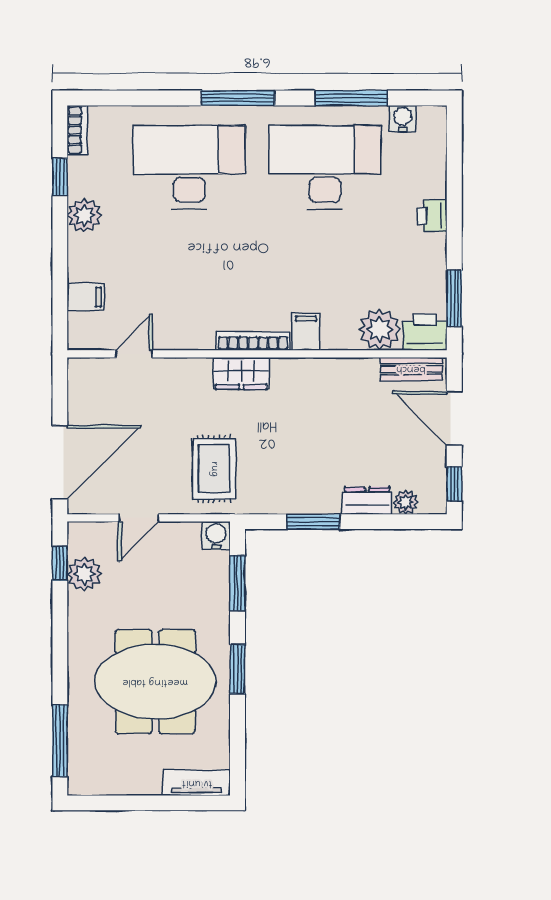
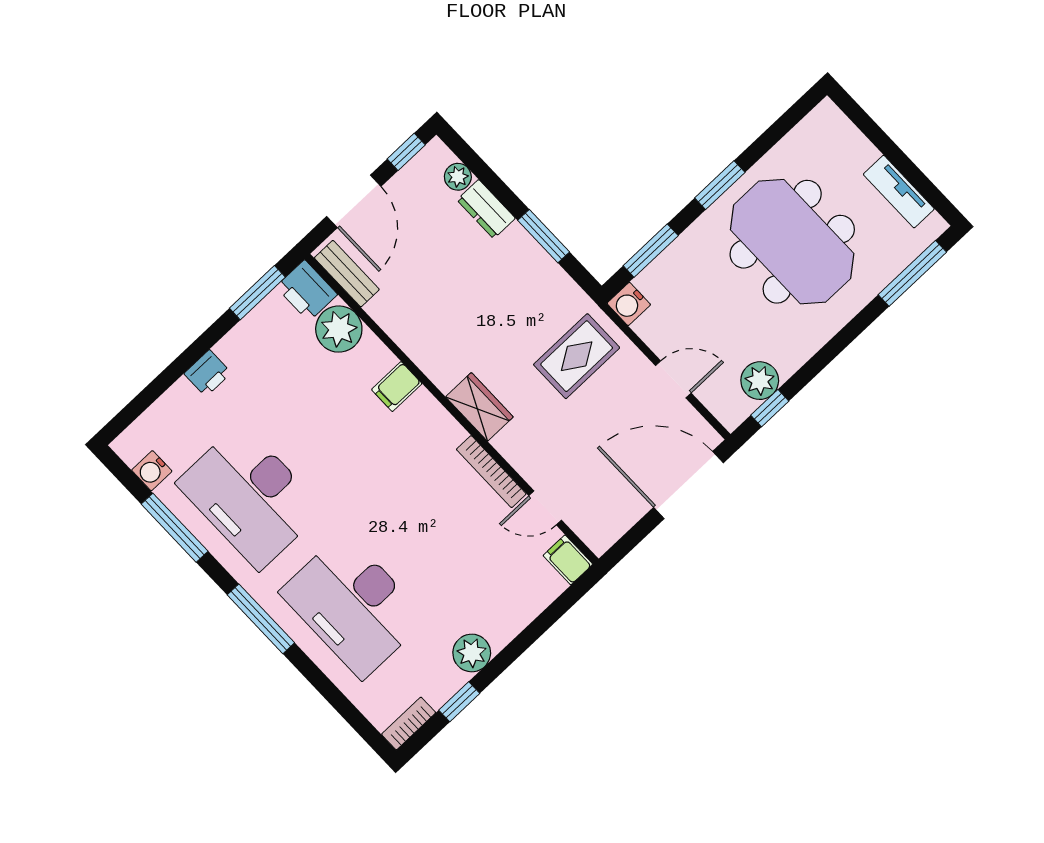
filing cabinet: (86, 297) -> (568, 560), moved
bookcase: (253, 341) -> (491, 472), moved
tv unit: (197, 783) -> (899, 192), moved

